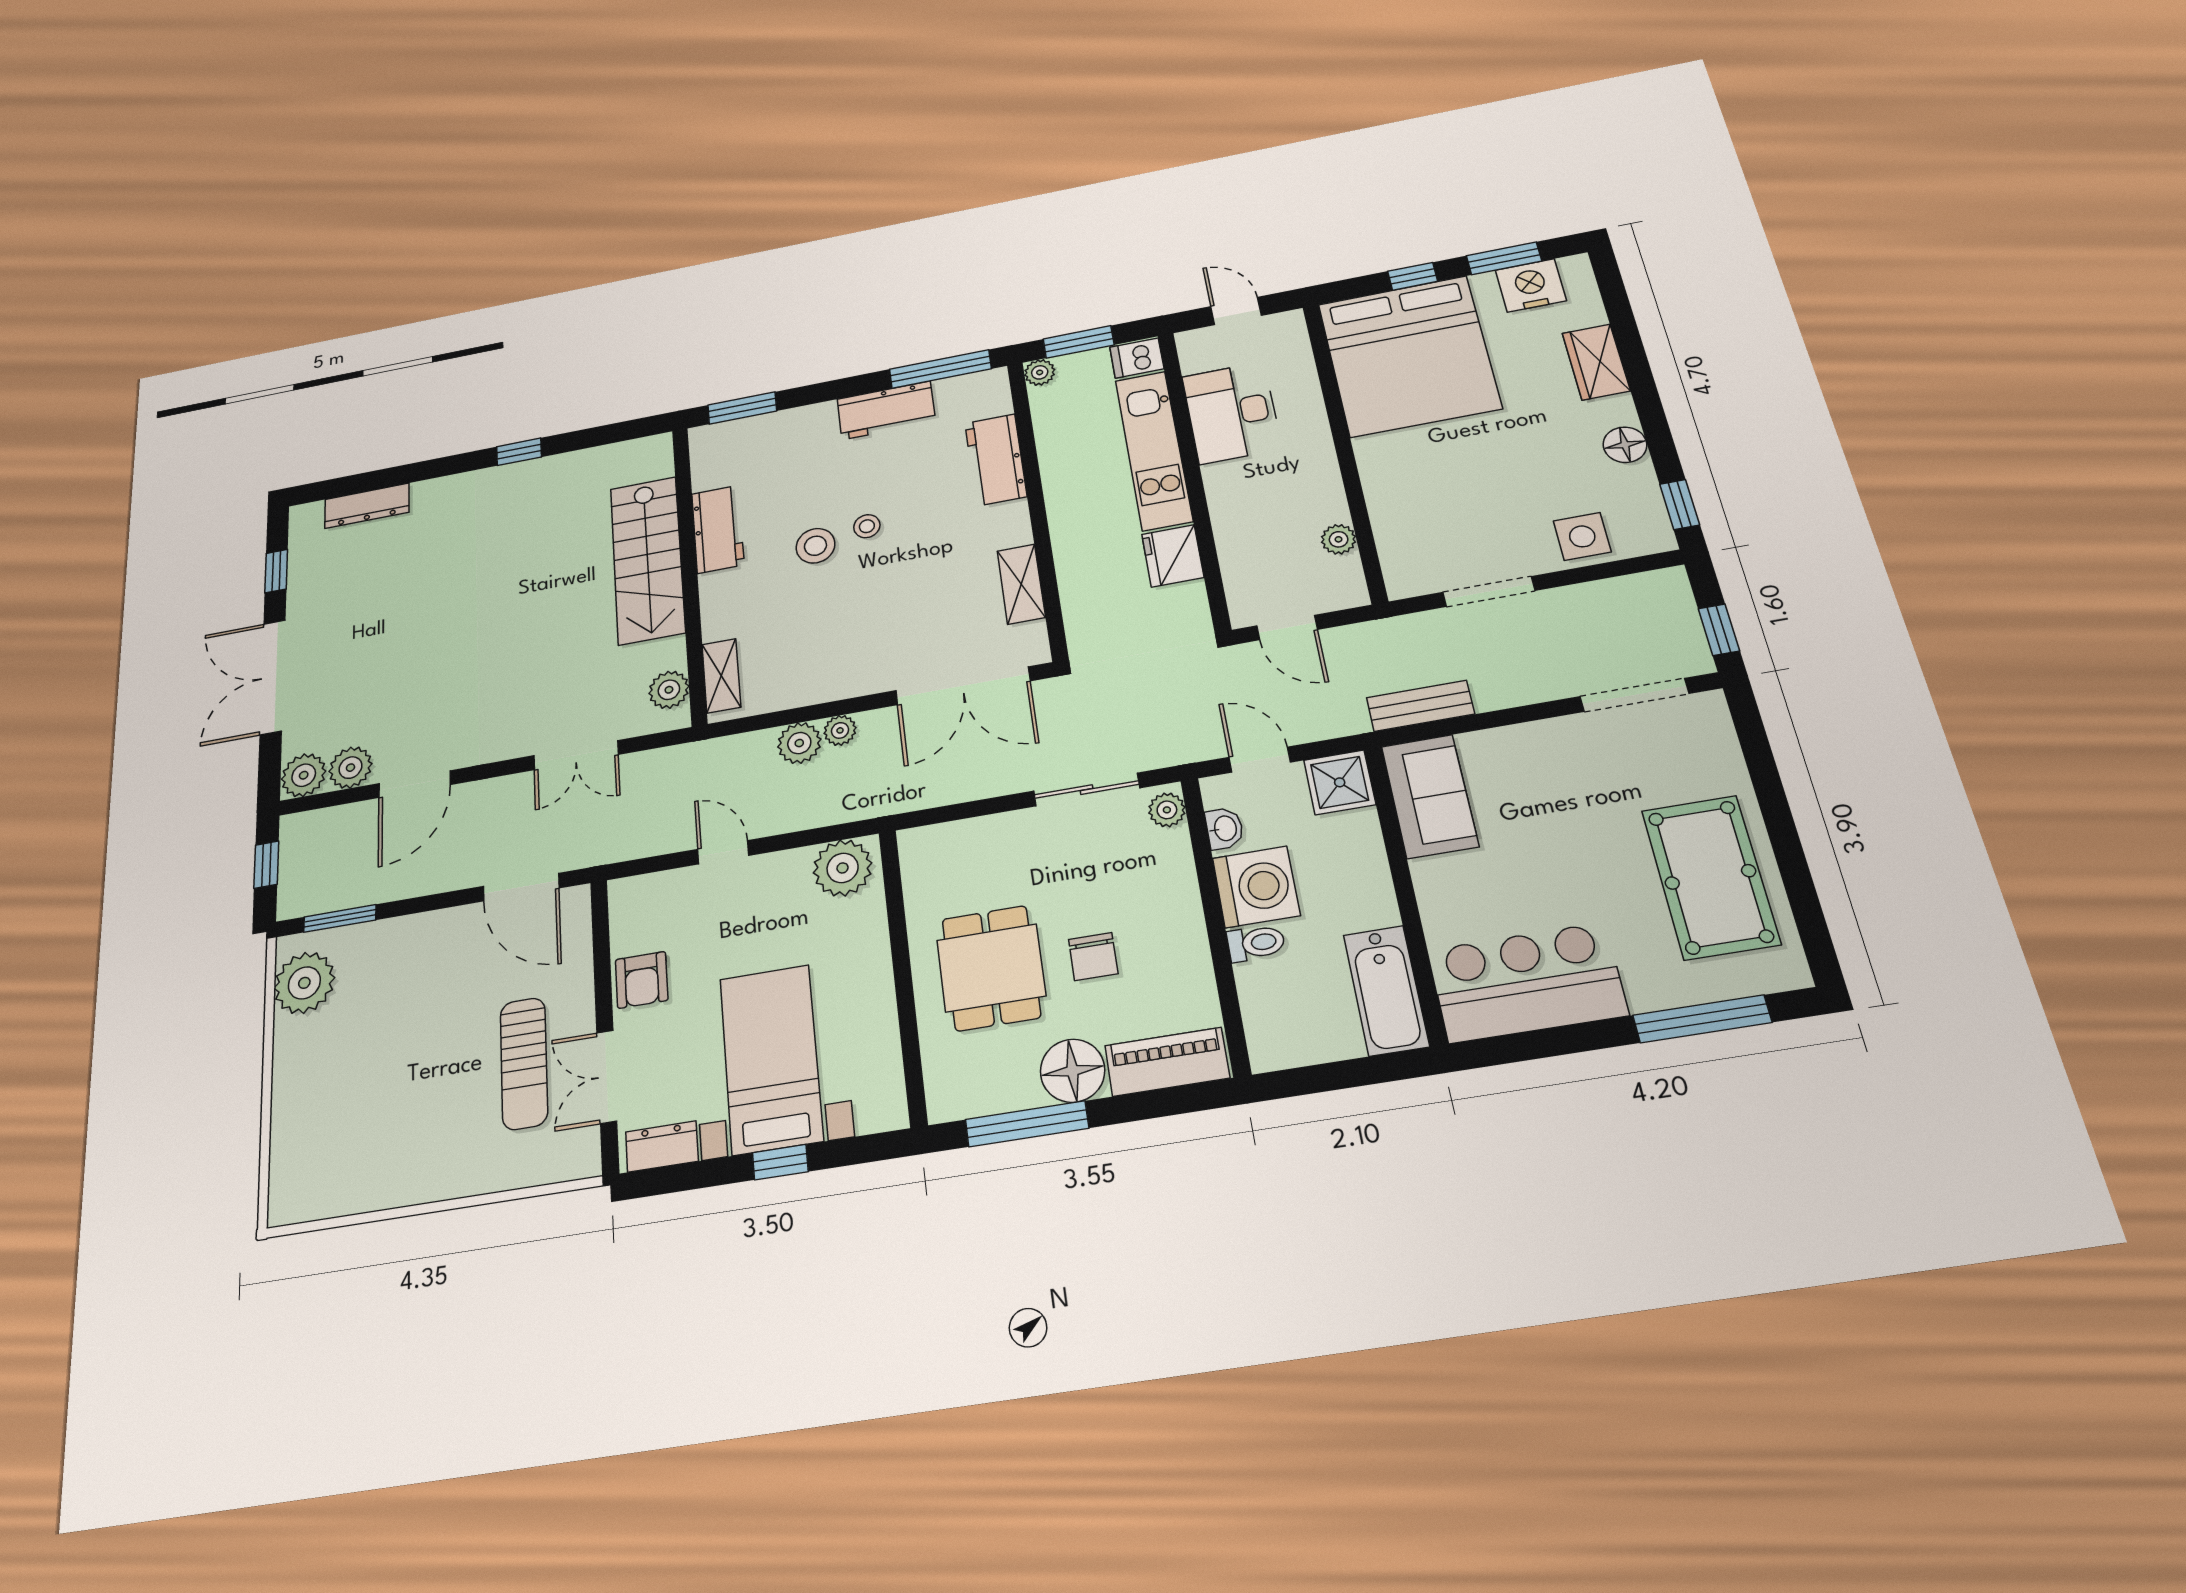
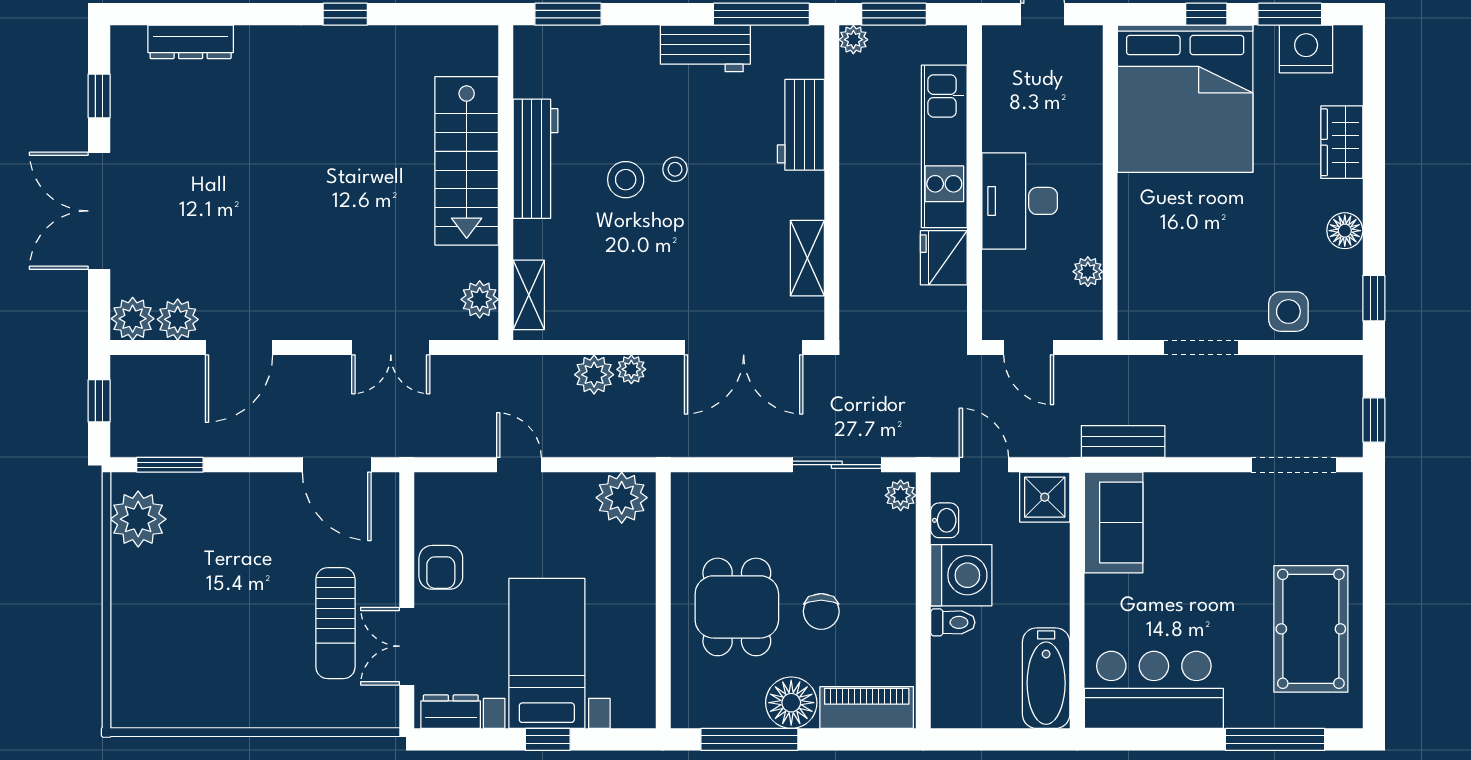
dishwasher: (1137, 358) -> (944, 45), removed
desk: (1232, 413) -> (1020, 201), moved
workbench: (718, 529) -> (535, 159), width x1.38

